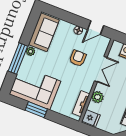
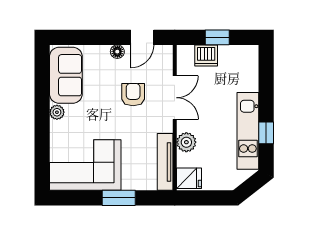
window: (18, 59) -> (42, 131), removed
tv unit: (81, 104) -> (165, 162), width x1.41
window: (36, 110) -> (119, 198), moved

